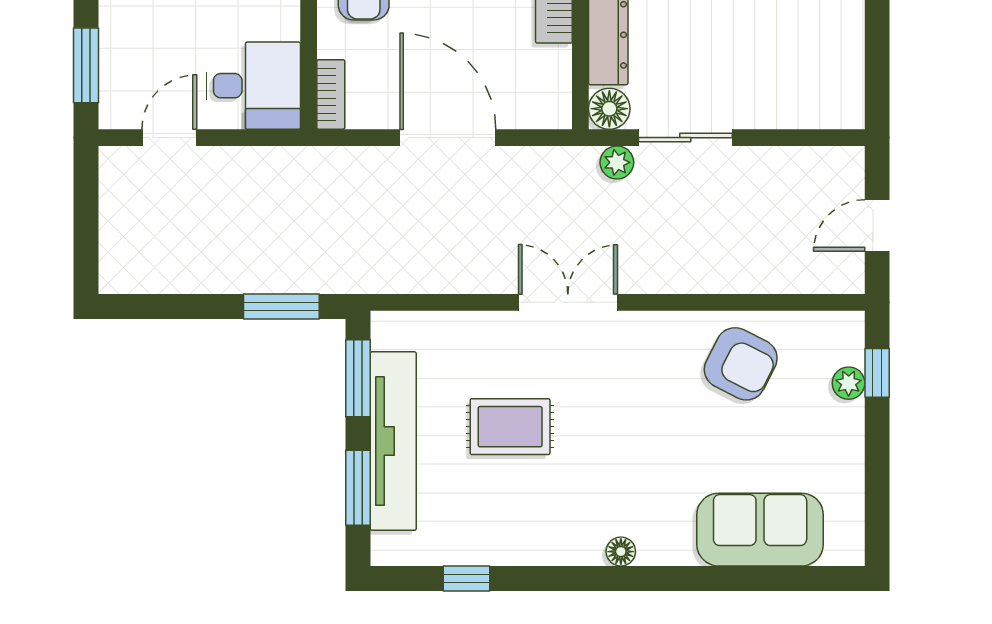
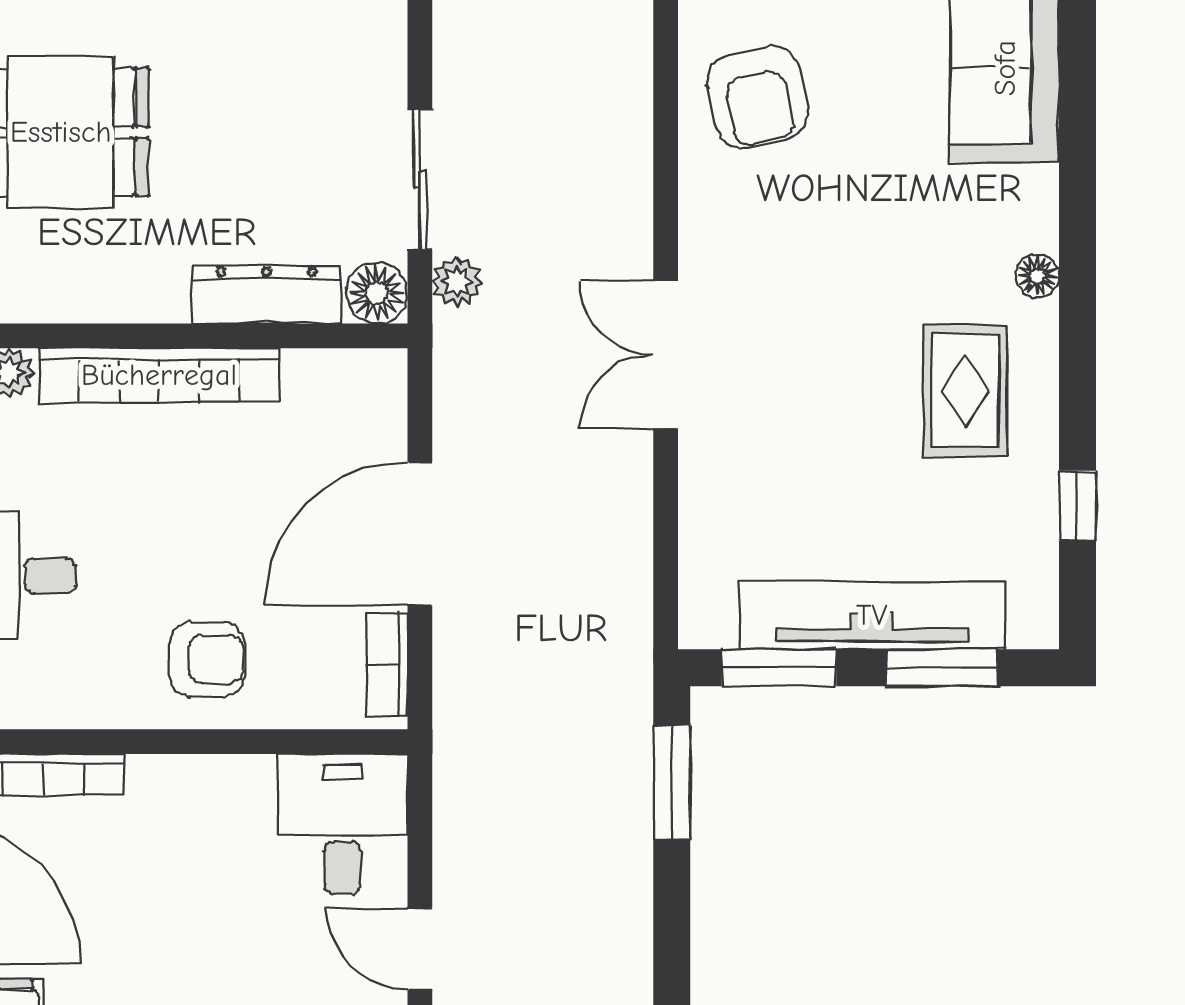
bookcase: (331, 94) -> (387, 665), moved, turned -90
armchair: (741, 364) -> (757, 97), turned 141
rug: (510, 427) -> (965, 391), moved

